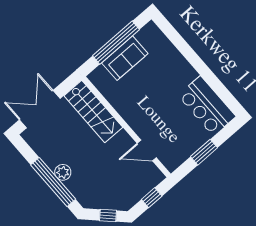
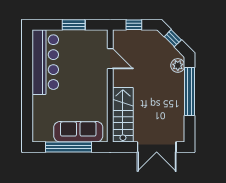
sofa: (125, 58) -> (78, 132), width x1.36
bar counter: (207, 106) -> (45, 62), width x1.36
plant: (63, 172) -> (178, 65), moved

